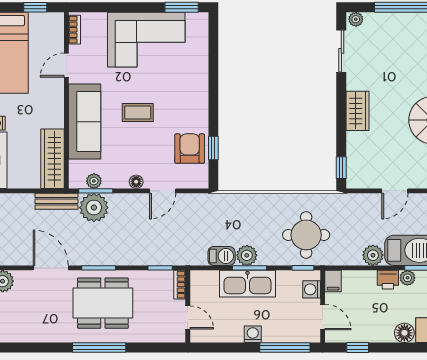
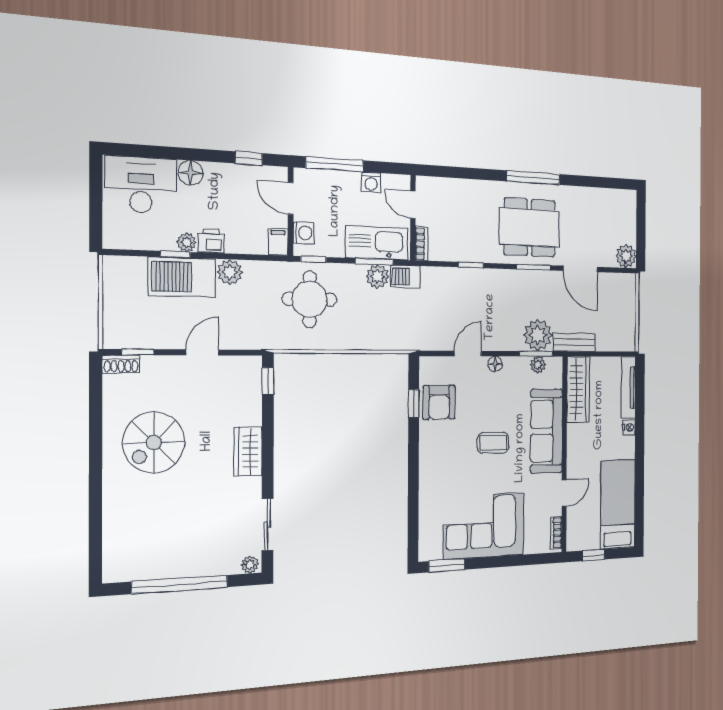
bookcase: (180, 285) -> (422, 244), moved
wall: (188, 306) -> (413, 218), moved
door: (188, 318) -> (413, 205), moved

